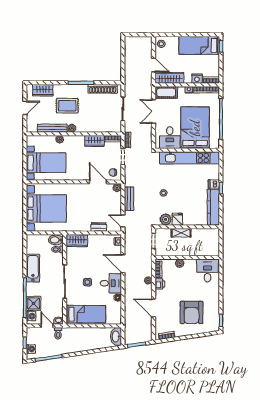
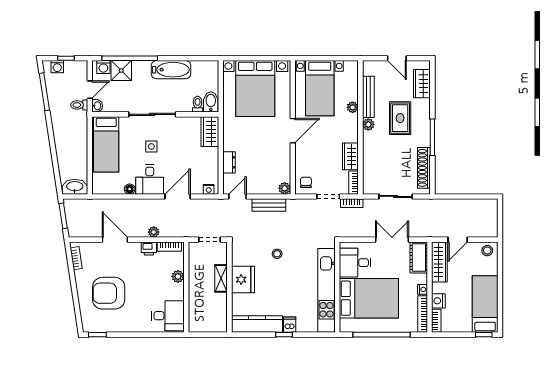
door: (98, 182) -> (293, 131), moved
plant: (166, 219) -> (240, 257), removed
fridge: (177, 219) -> (243, 280), width x1.88, depth x1.34
door: (154, 308) -> (115, 240), hinge flipped

